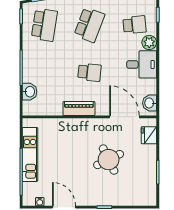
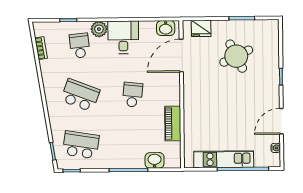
piano: (79, 109) -> (173, 124), moved
round table: (109, 160) -> (236, 56), moved

